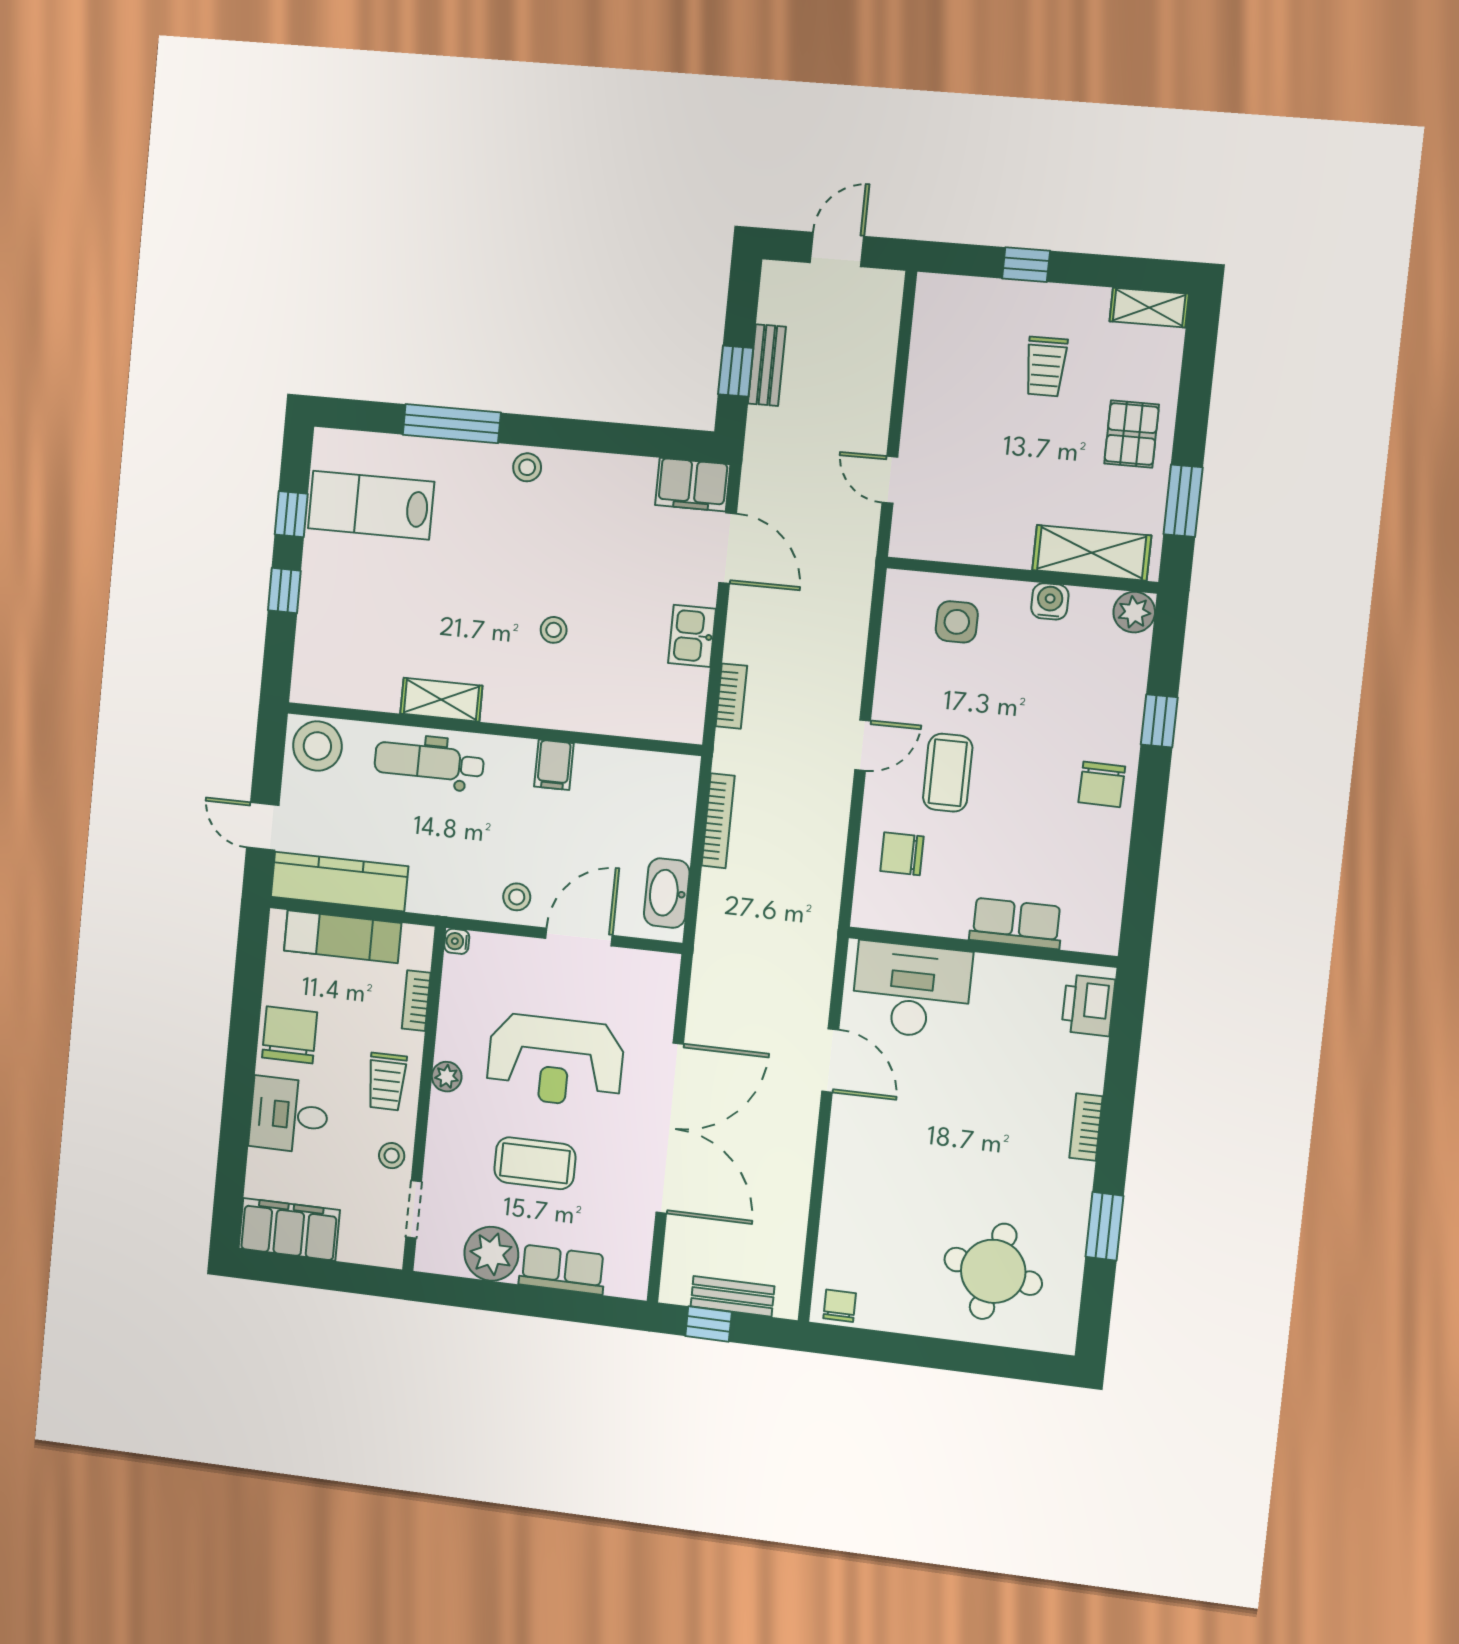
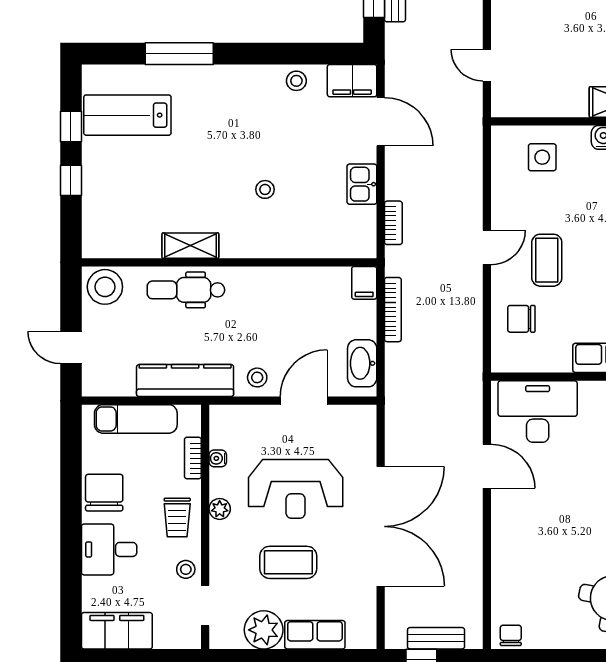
stool: (527, 467) -> (296, 81), moved
filing cabinet: (554, 765) -> (364, 283), moved
kitchen counter: (339, 882) -> (185, 380), moved
water cooler: (457, 941) -> (218, 458), moved

